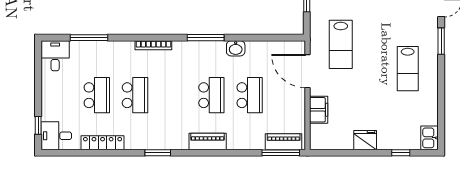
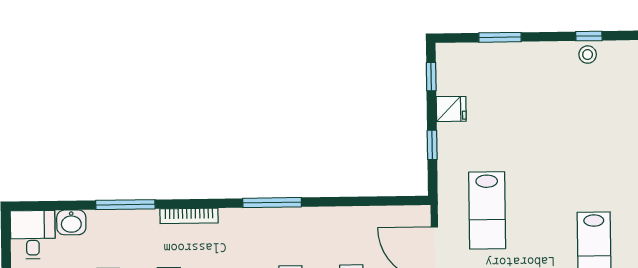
window: (89, 38) -> (125, 205), moved
washbasin: (236, 48) -> (71, 222), moved

